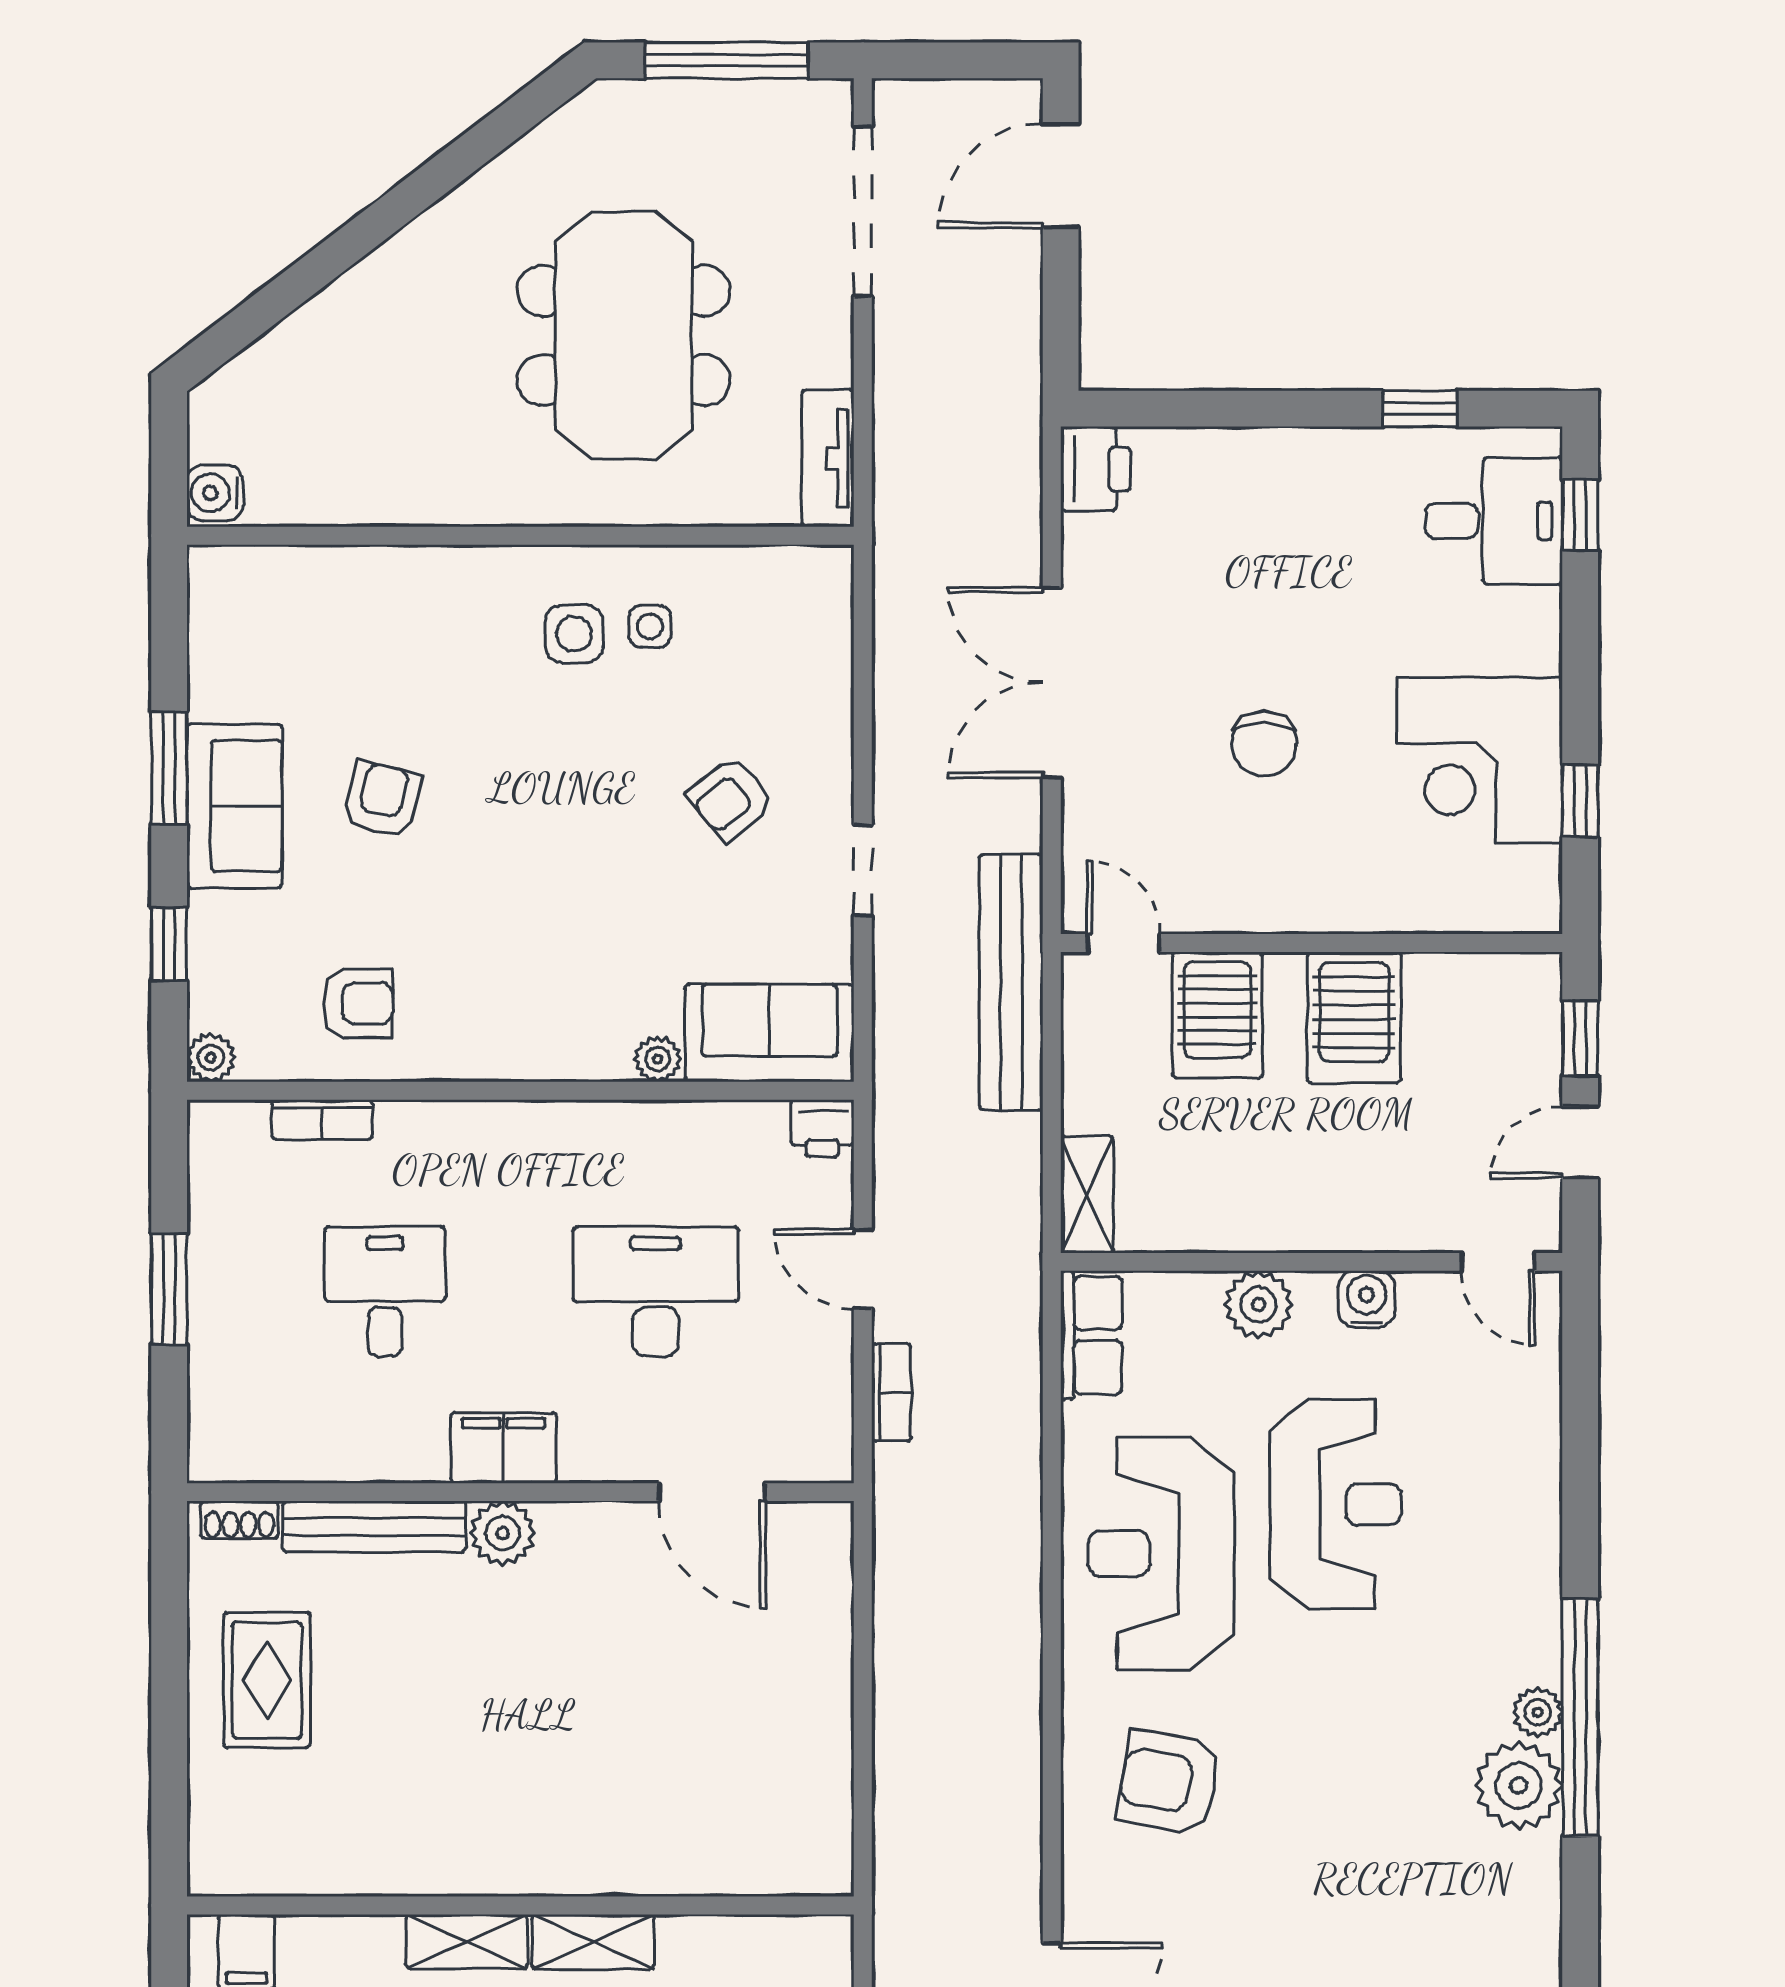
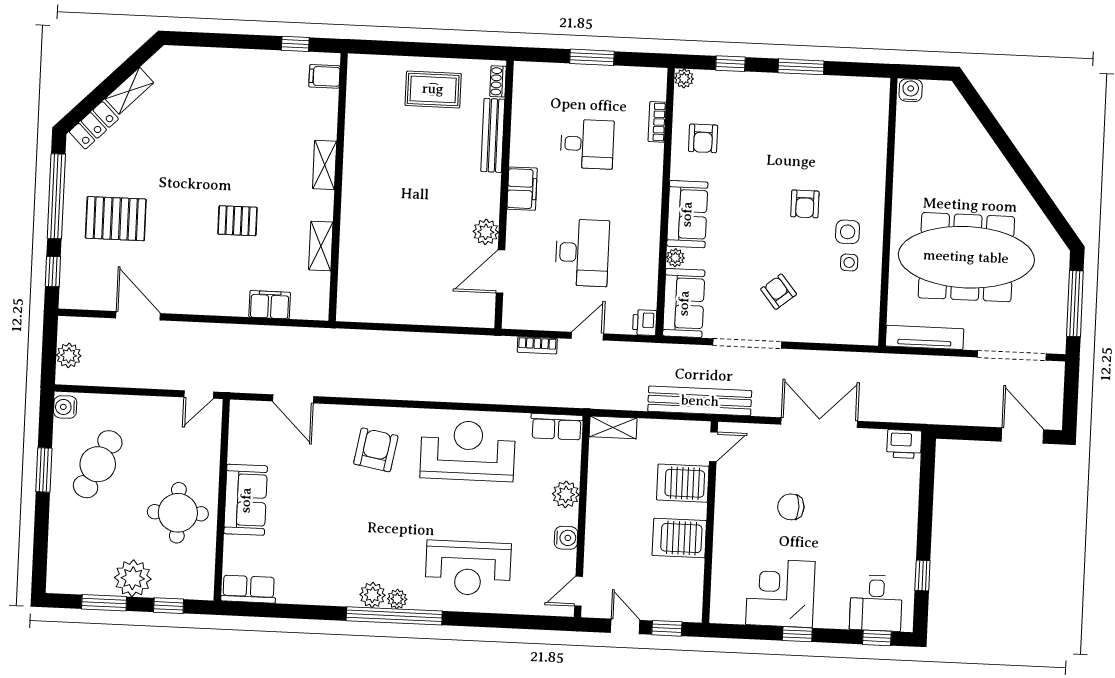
meeting table: (624, 335) -> (966, 257), width x1.36
tv unit: (828, 458) -> (925, 337), width x1.41
armchair: (382, 800) -> (805, 204), moved, turned 76
window: (1580, 801) -> (797, 634), moved
sofa: (234, 806) -> (687, 214), moved, turned -90
doorway: (863, 870) -> (747, 343), width x1.88
reception desk: (1336, 1504) -> (468, 568), moved
plant: (503, 1533) -> (486, 232), moved
plant: (1519, 1785) -> (373, 595), width x0.73, depth x0.73
shelving: (593, 1942) -> (321, 246), moved

